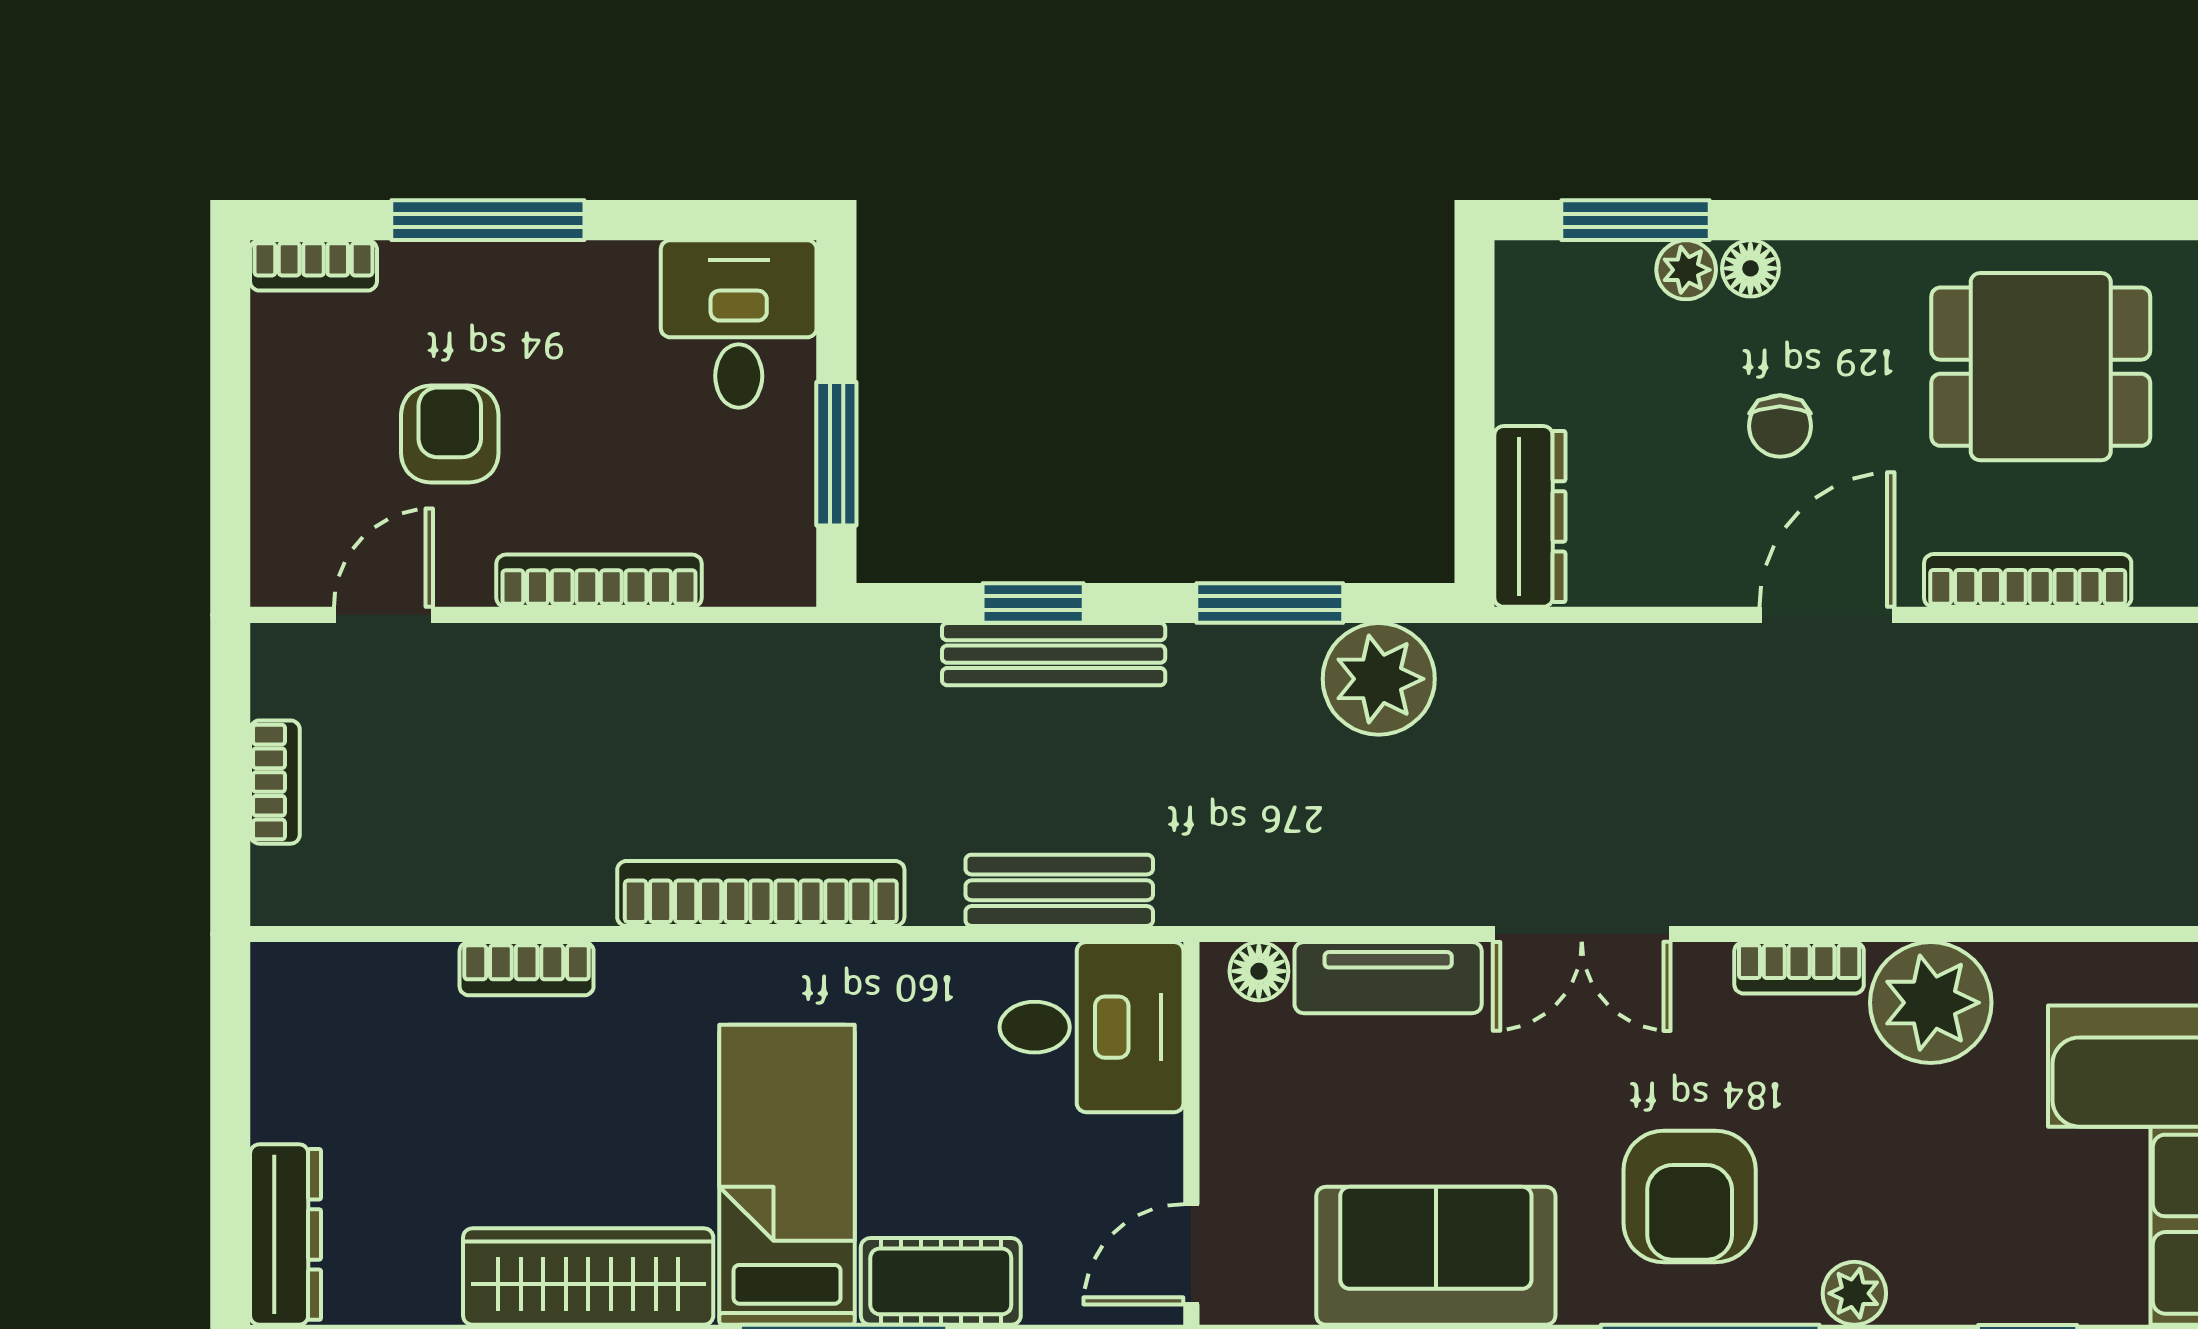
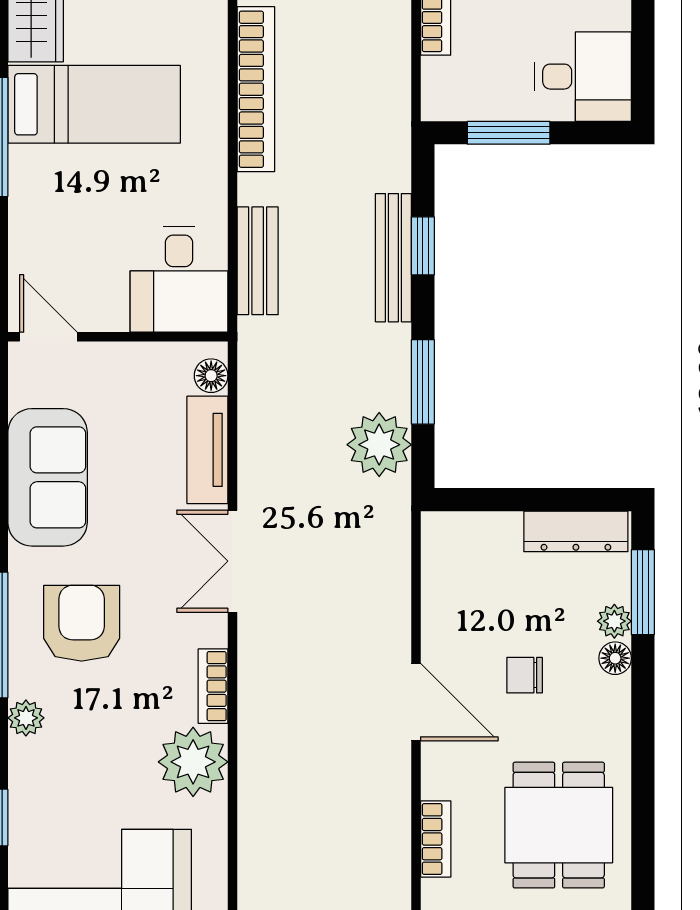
dresser: (1530, 516) -> (576, 531), moved
bookcase: (2028, 580) -> (436, 839), width x0.64
armchair: (1690, 1196) -> (82, 623), turned 90
cot: (941, 1281) -> (33, 193), removed

